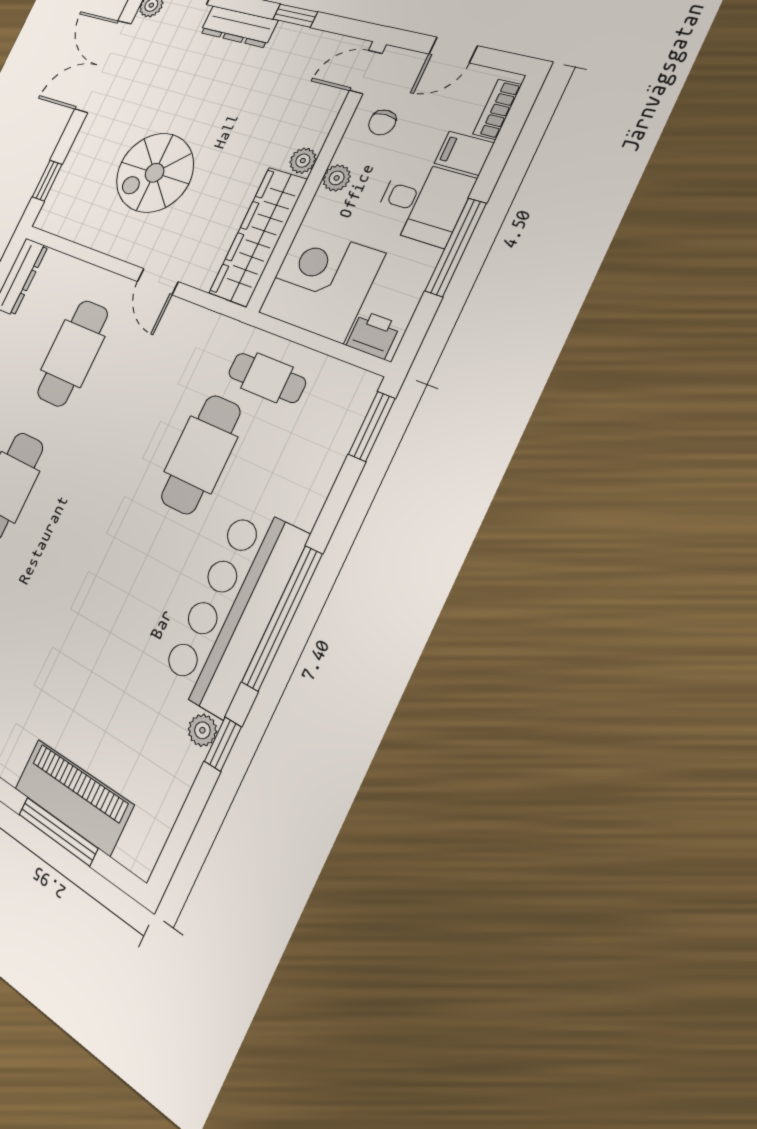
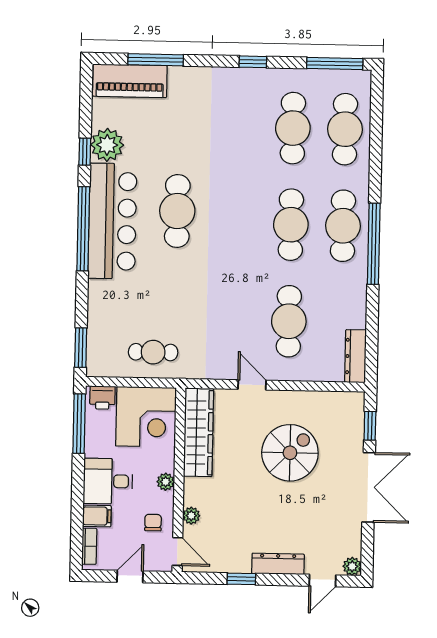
double door: (103, 67) -> (369, 487), moved
door: (366, 72) -> (177, 552), hinge flipped
plant: (303, 161) -> (191, 516), moved
window: (456, 247) -> (79, 424), moved
cafe table: (201, 454) -> (177, 211), moved
plant: (202, 730) -> (107, 145), width x1.87, depth x1.87
piano: (73, 797) -> (130, 81), moved

